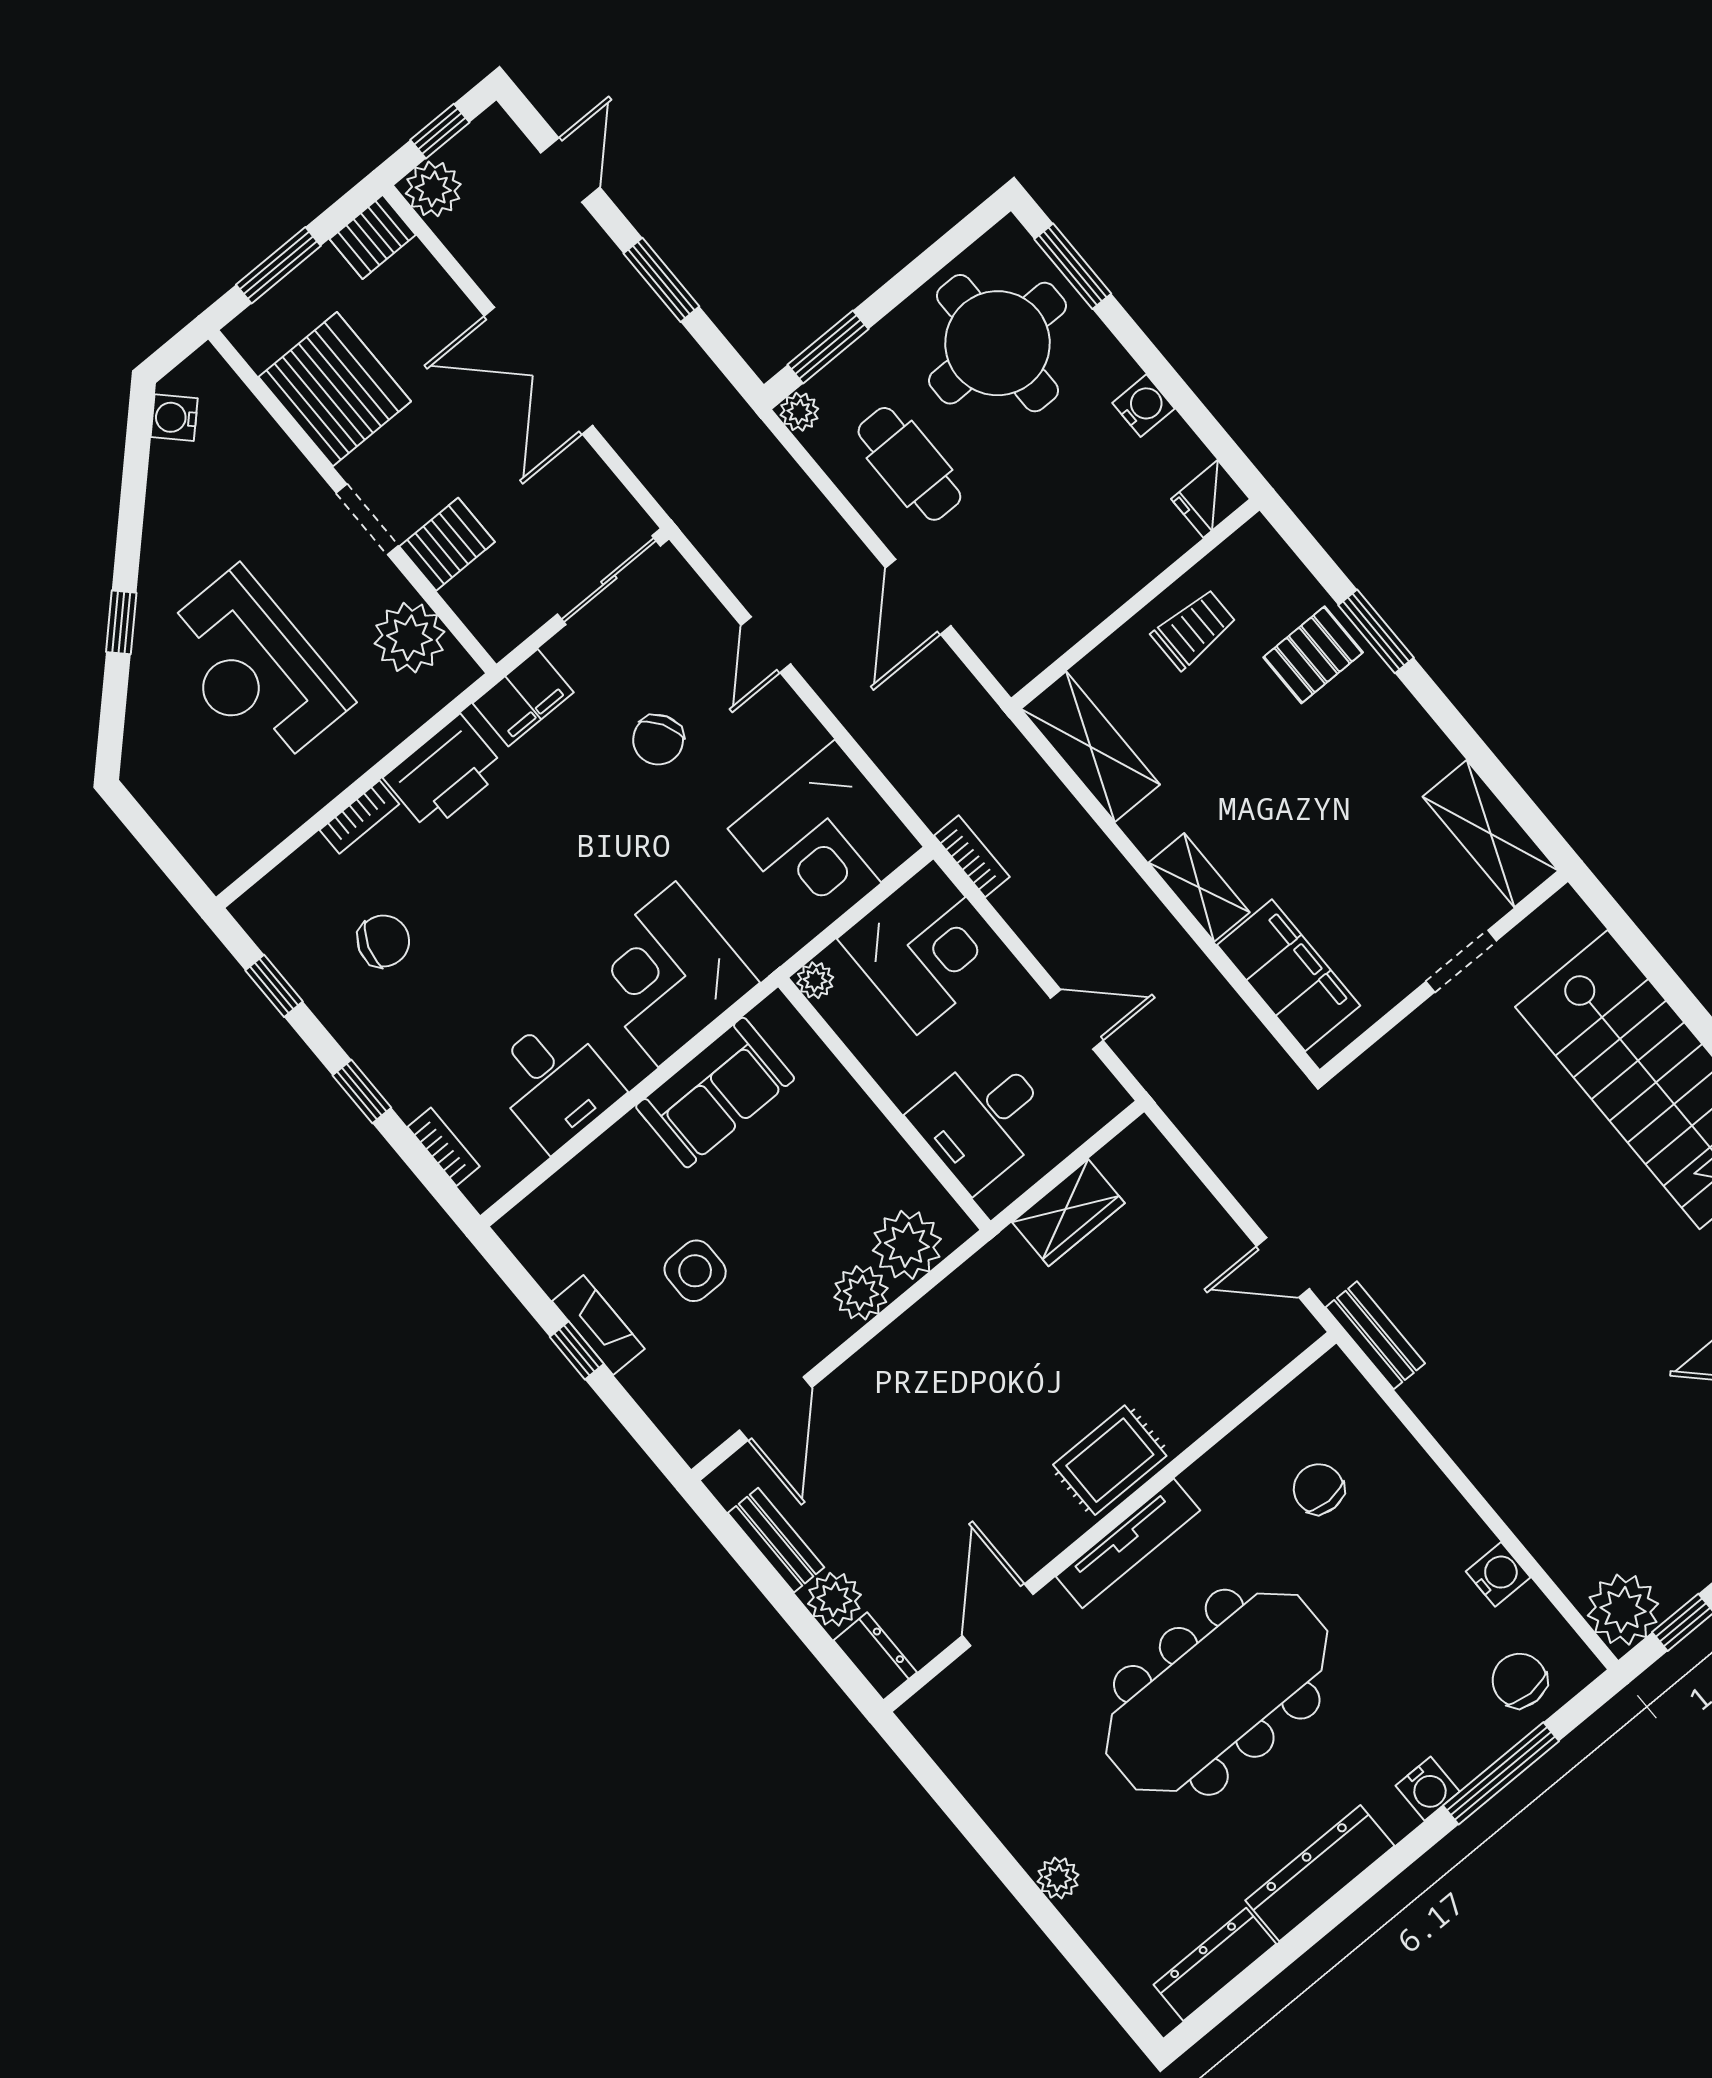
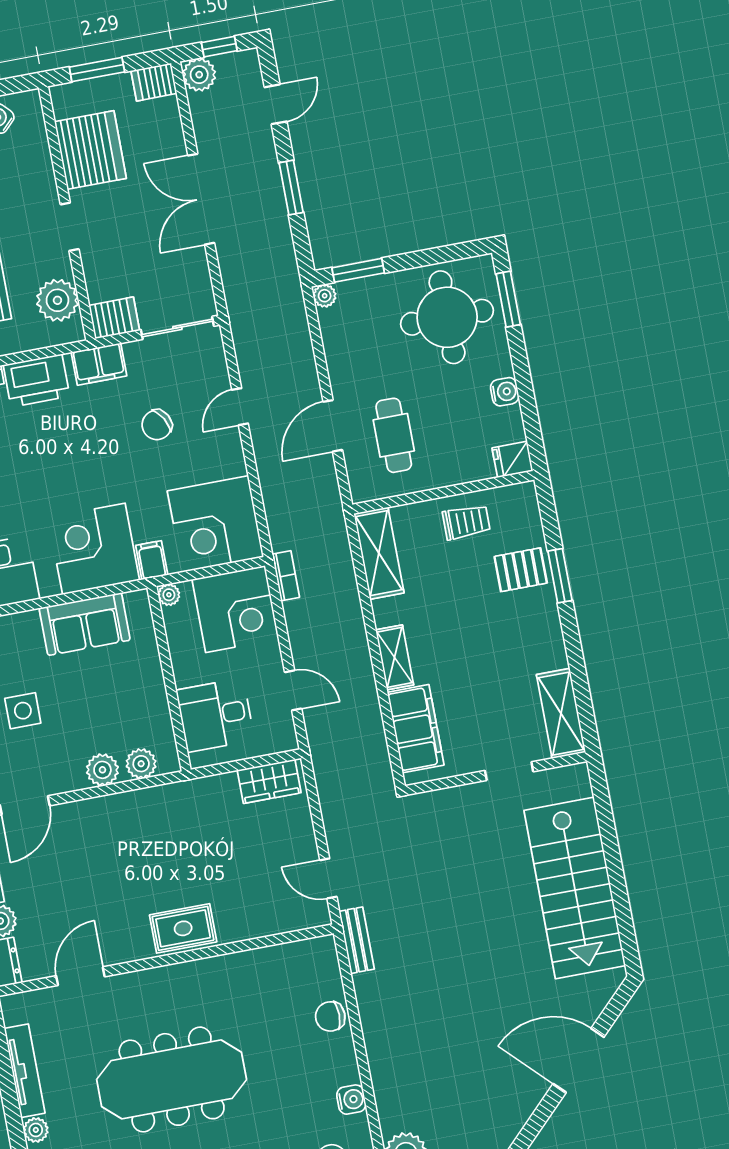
cafe table: (909, 464) -> (394, 435), moved
server rack: (447, 544) -> (114, 318), moved
filing cabinet: (761, 943) -> (152, 560), added
wardrobe: (1068, 1213) -> (269, 781), moved
plant: (907, 1245) -> (141, 764), width x0.73, depth x0.73
chair: (1319, 1489) -> (330, 1016), moved, turned -90
tv unit: (1128, 1543) -> (25, 1071), moved, turned -90

